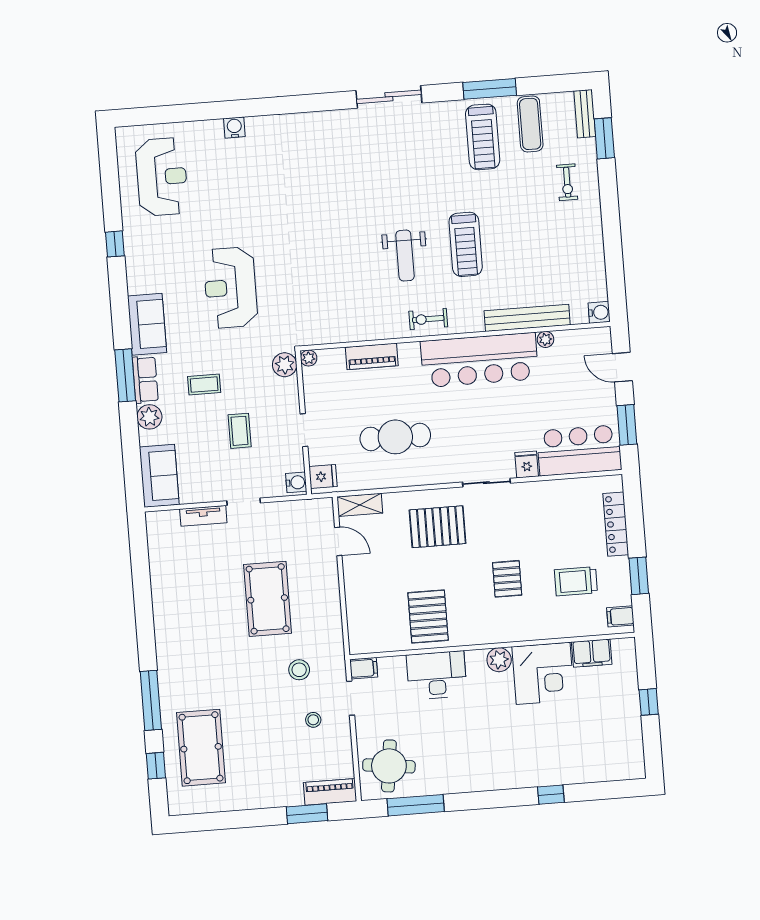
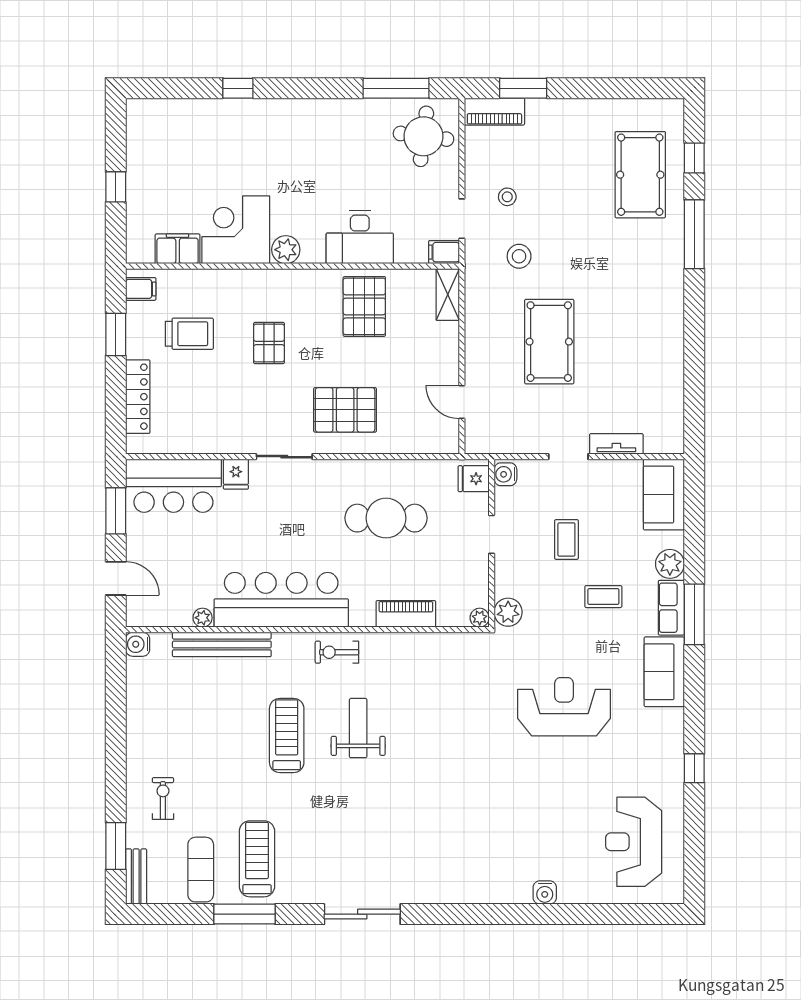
reception desk: (230, 288) -> (564, 707), turned -90
exercise bike: (428, 319) -> (337, 652), turned 180
shelving: (360, 505) -> (448, 295), moved, turned 90

